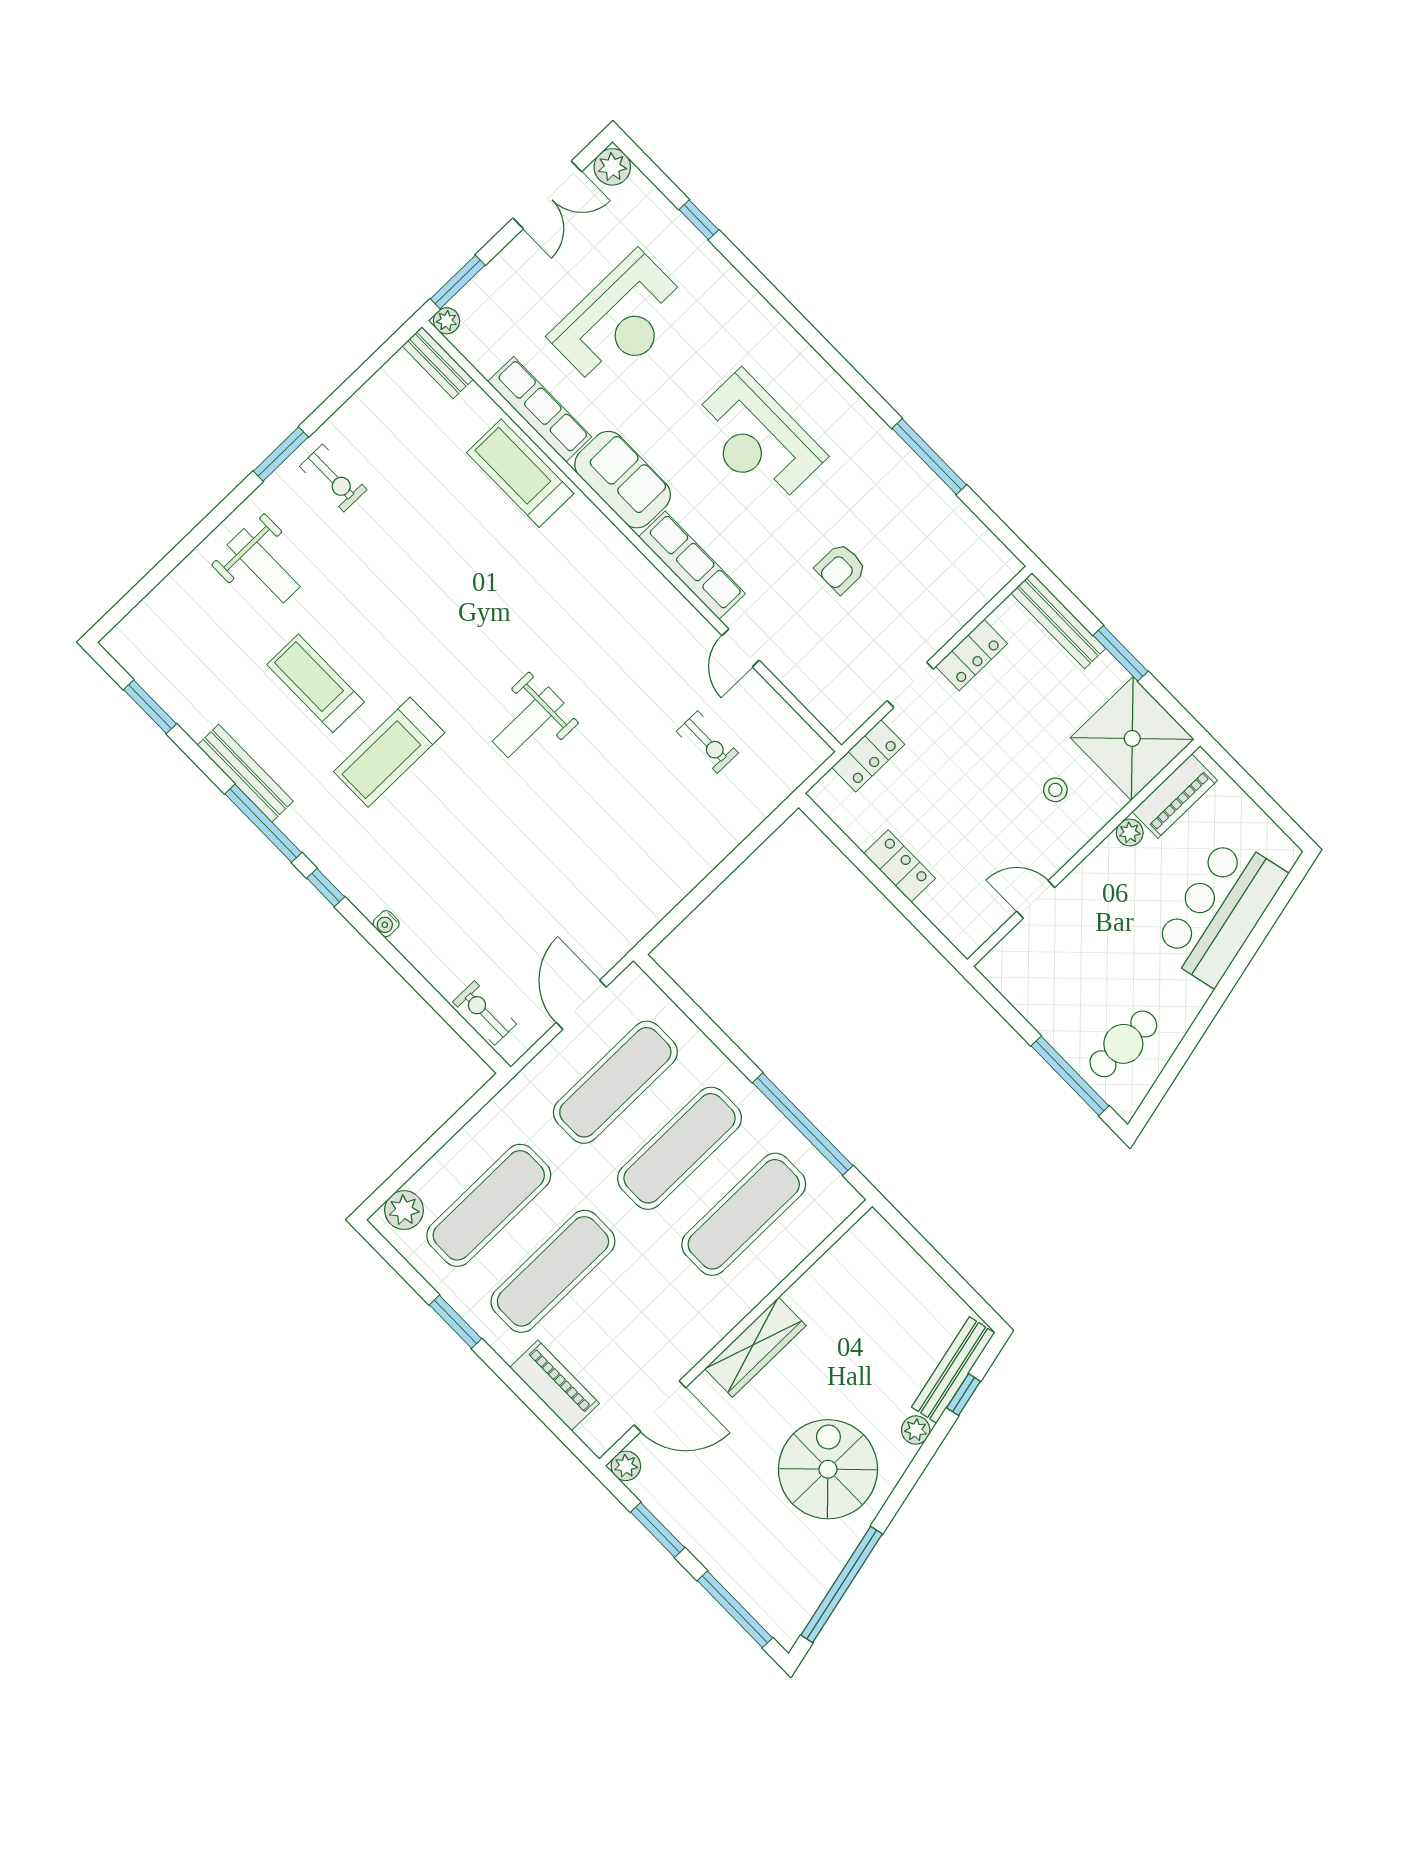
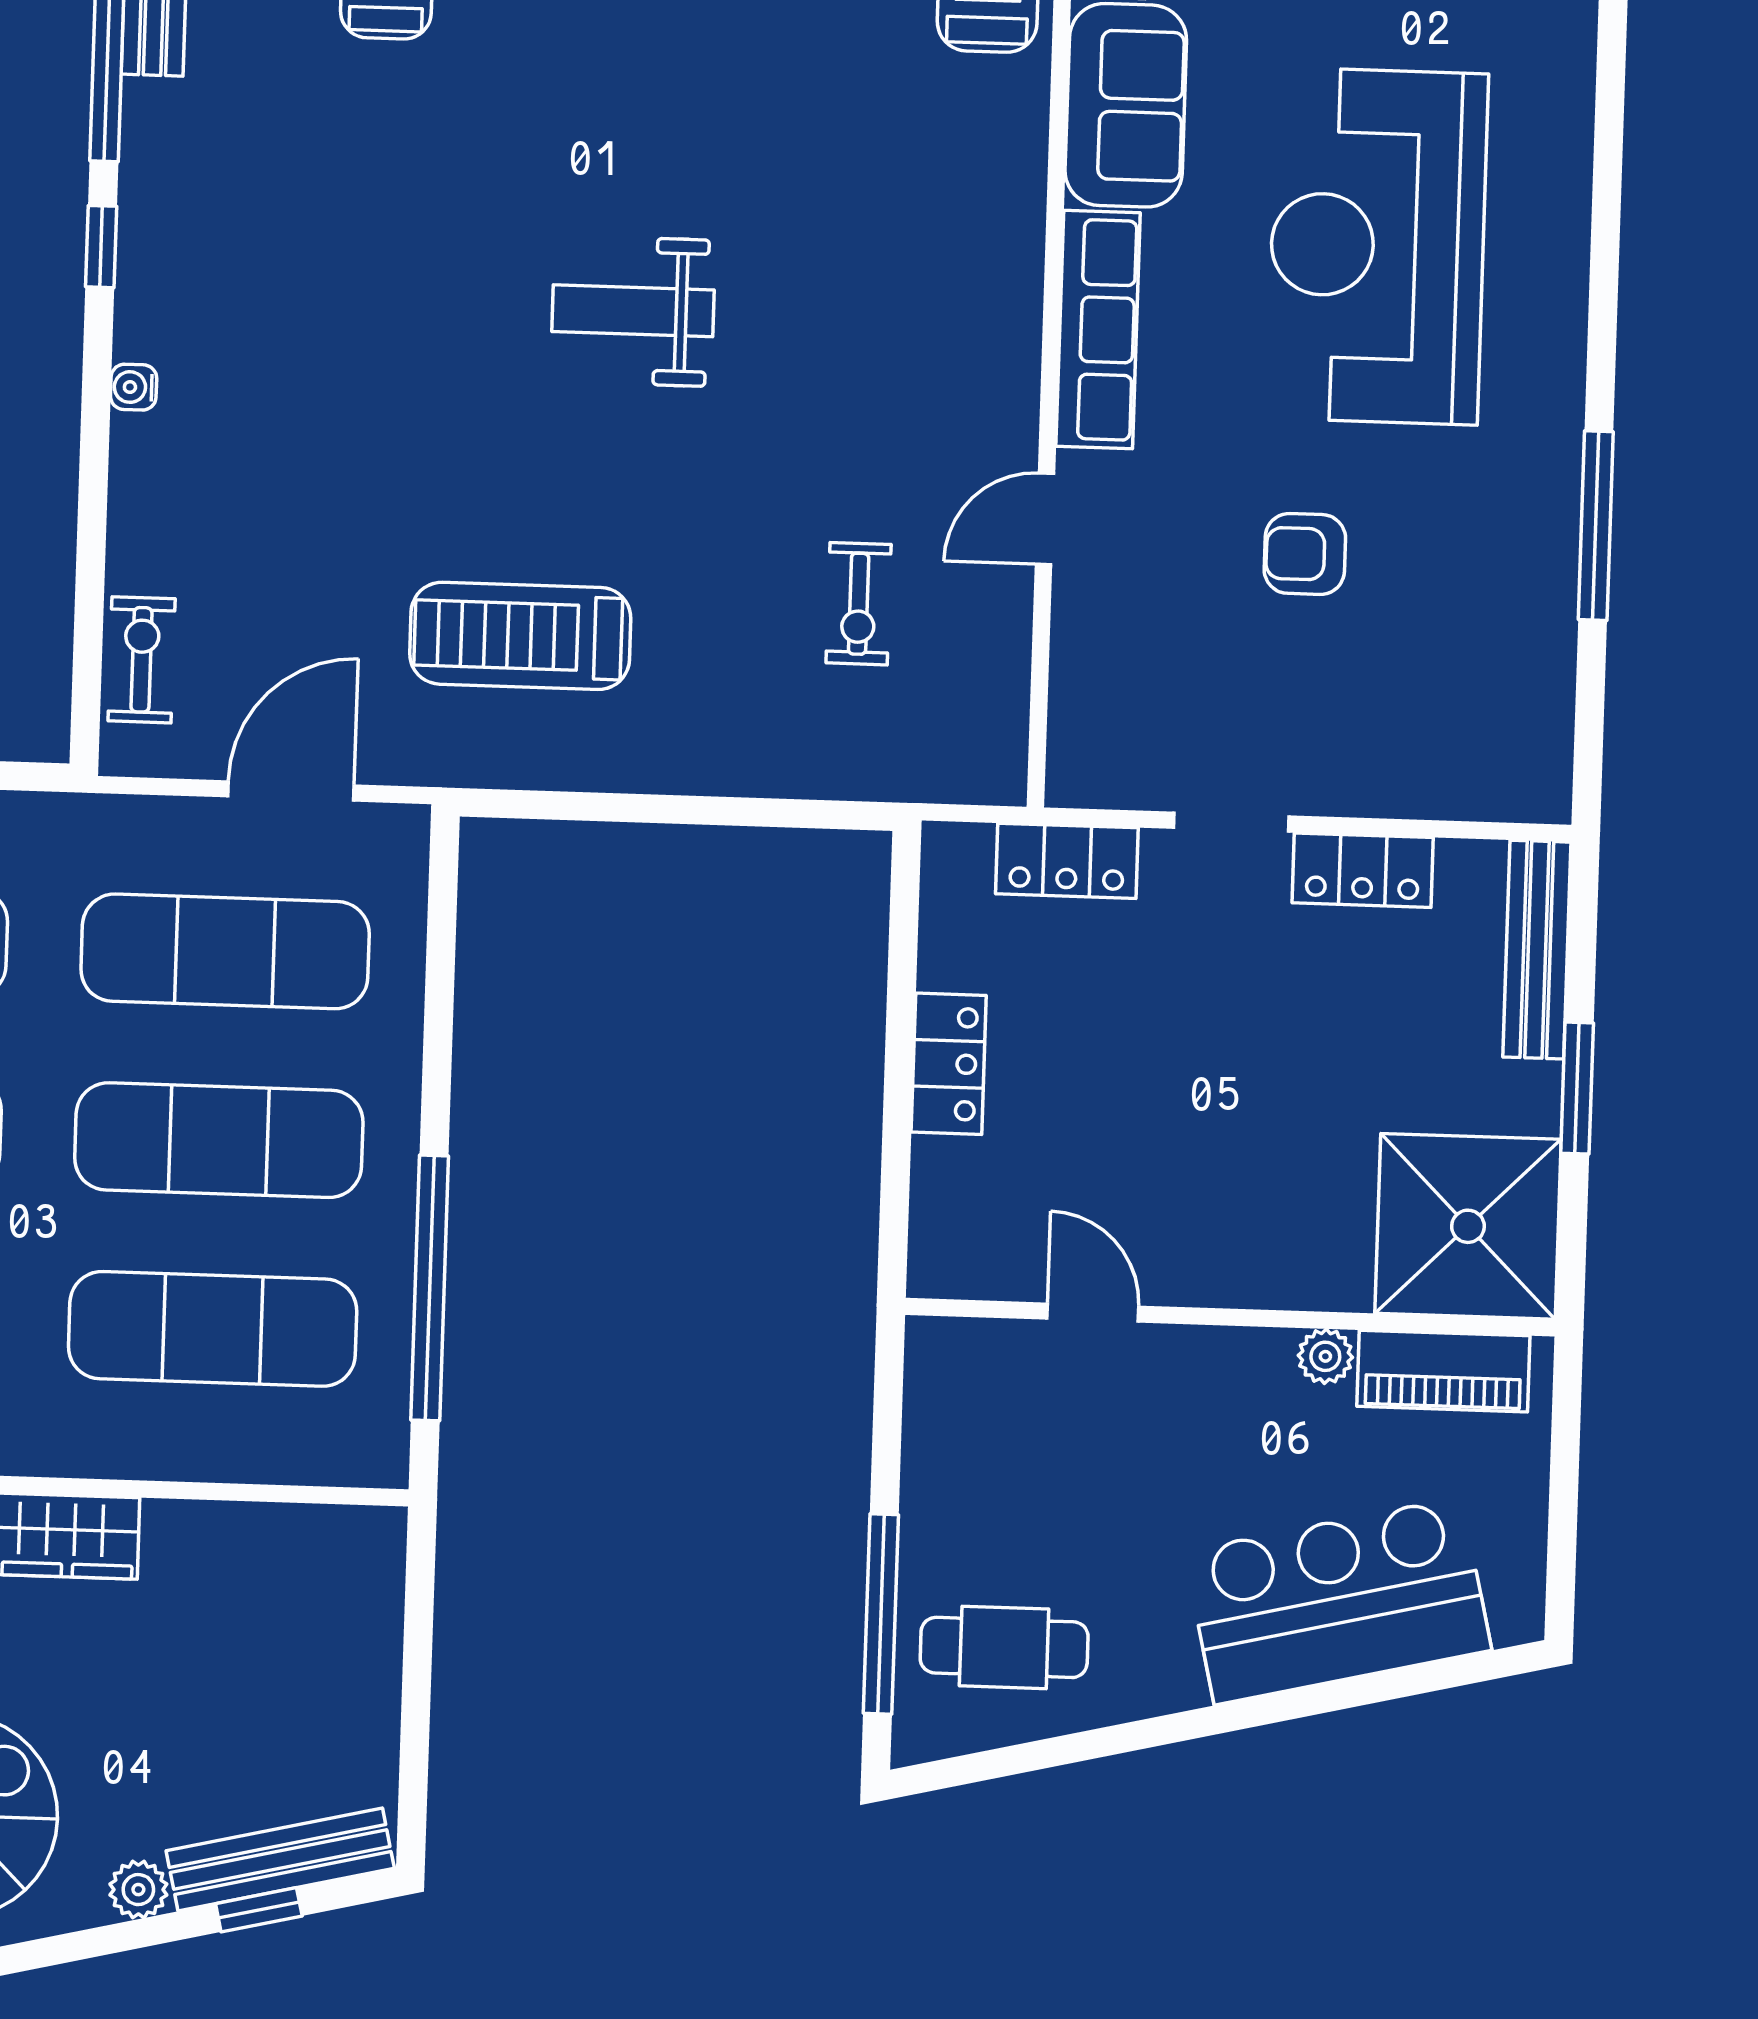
reception desk: (757, 439) -> (1377, 246), width x1.36, depth x1.30
treadmill: (389, 752) -> (520, 636), moved
stool: (1055, 790) -> (1283, 1186), removed

